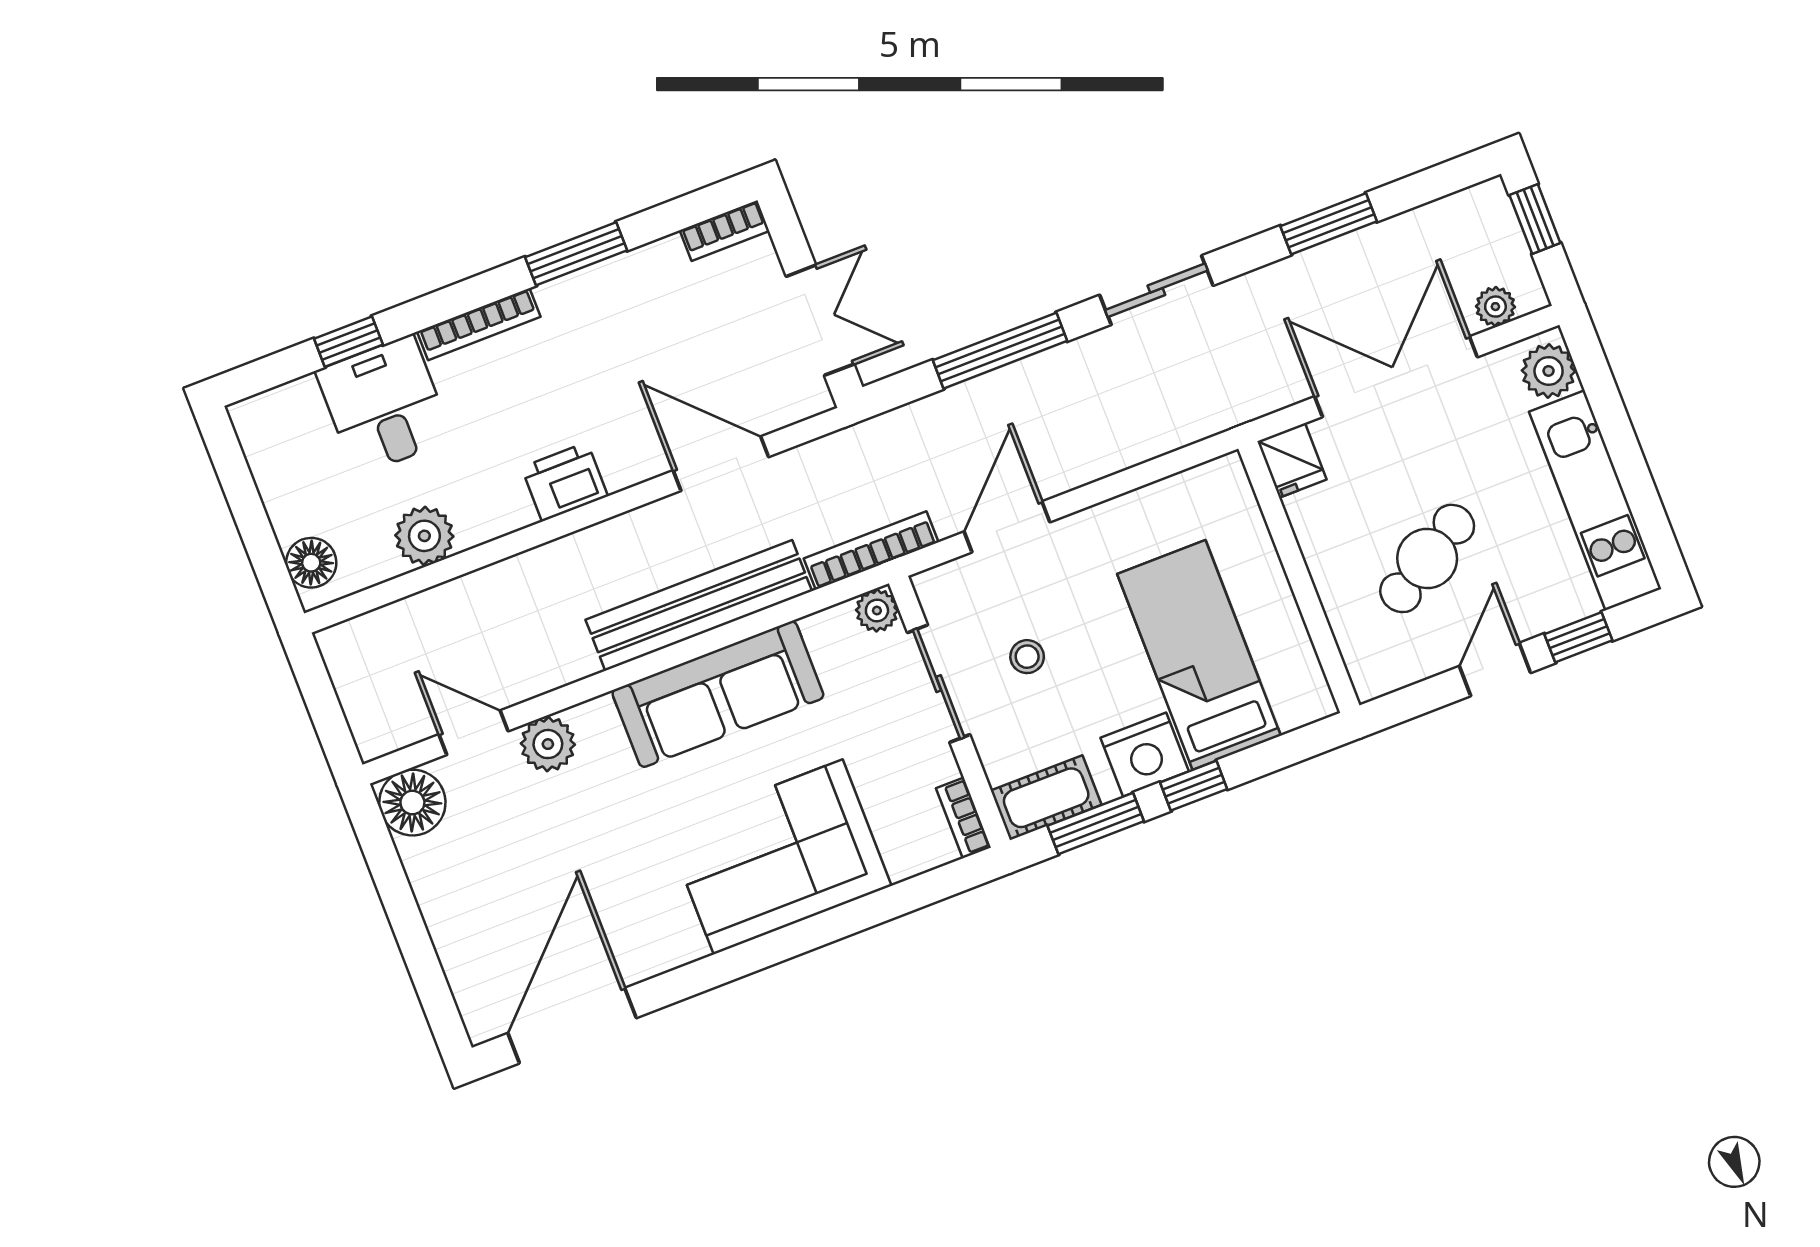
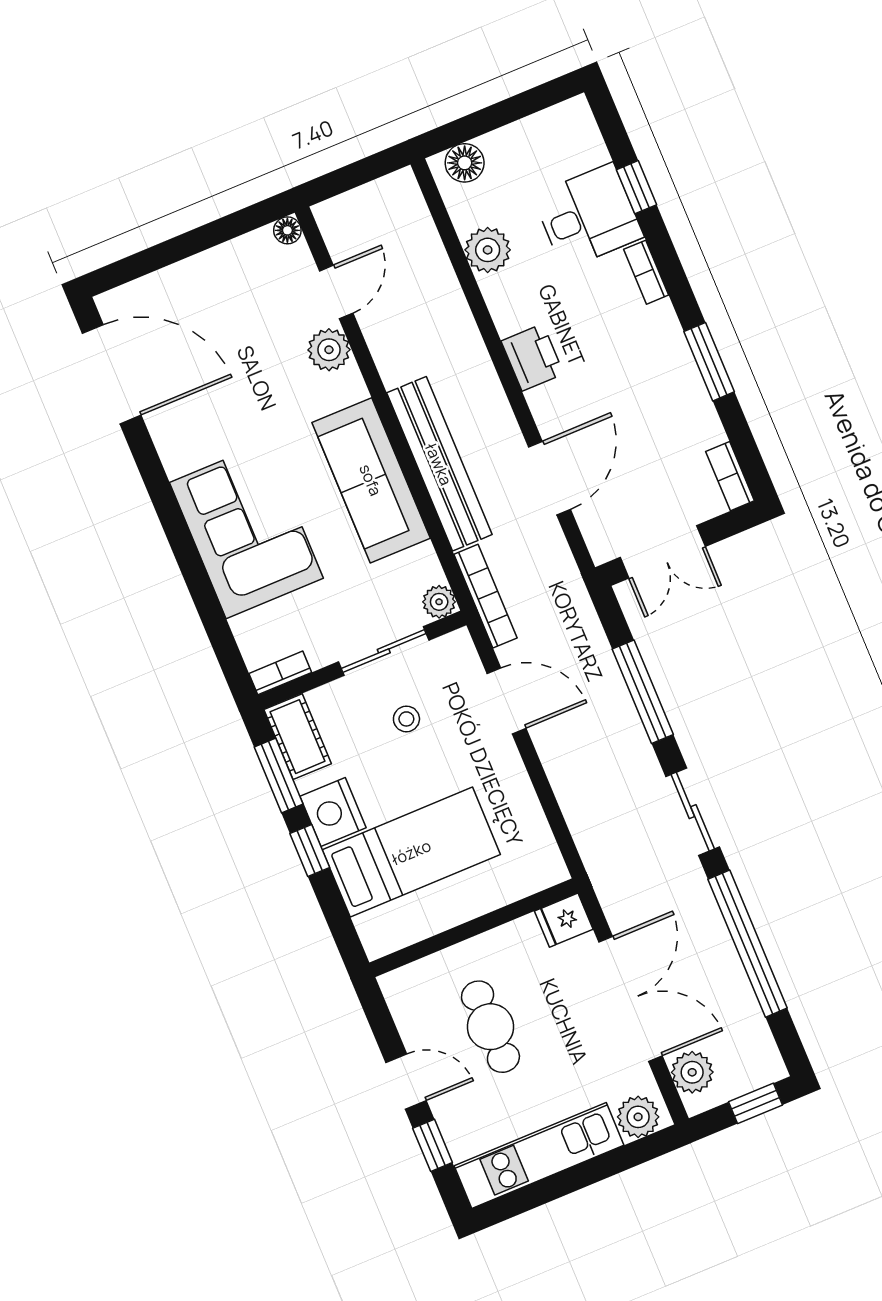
window: (1329, 224) -> (748, 944), width x2.11
plant: (1495, 307) -> (692, 1072), width x1.38, depth x1.38
bookcase: (479, 324) -> (646, 272), width x0.64
cafe table: (1427, 558) -> (490, 1027), turned 31
floor lamp: (412, 803) -> (287, 230), width x0.53, depth x0.53

